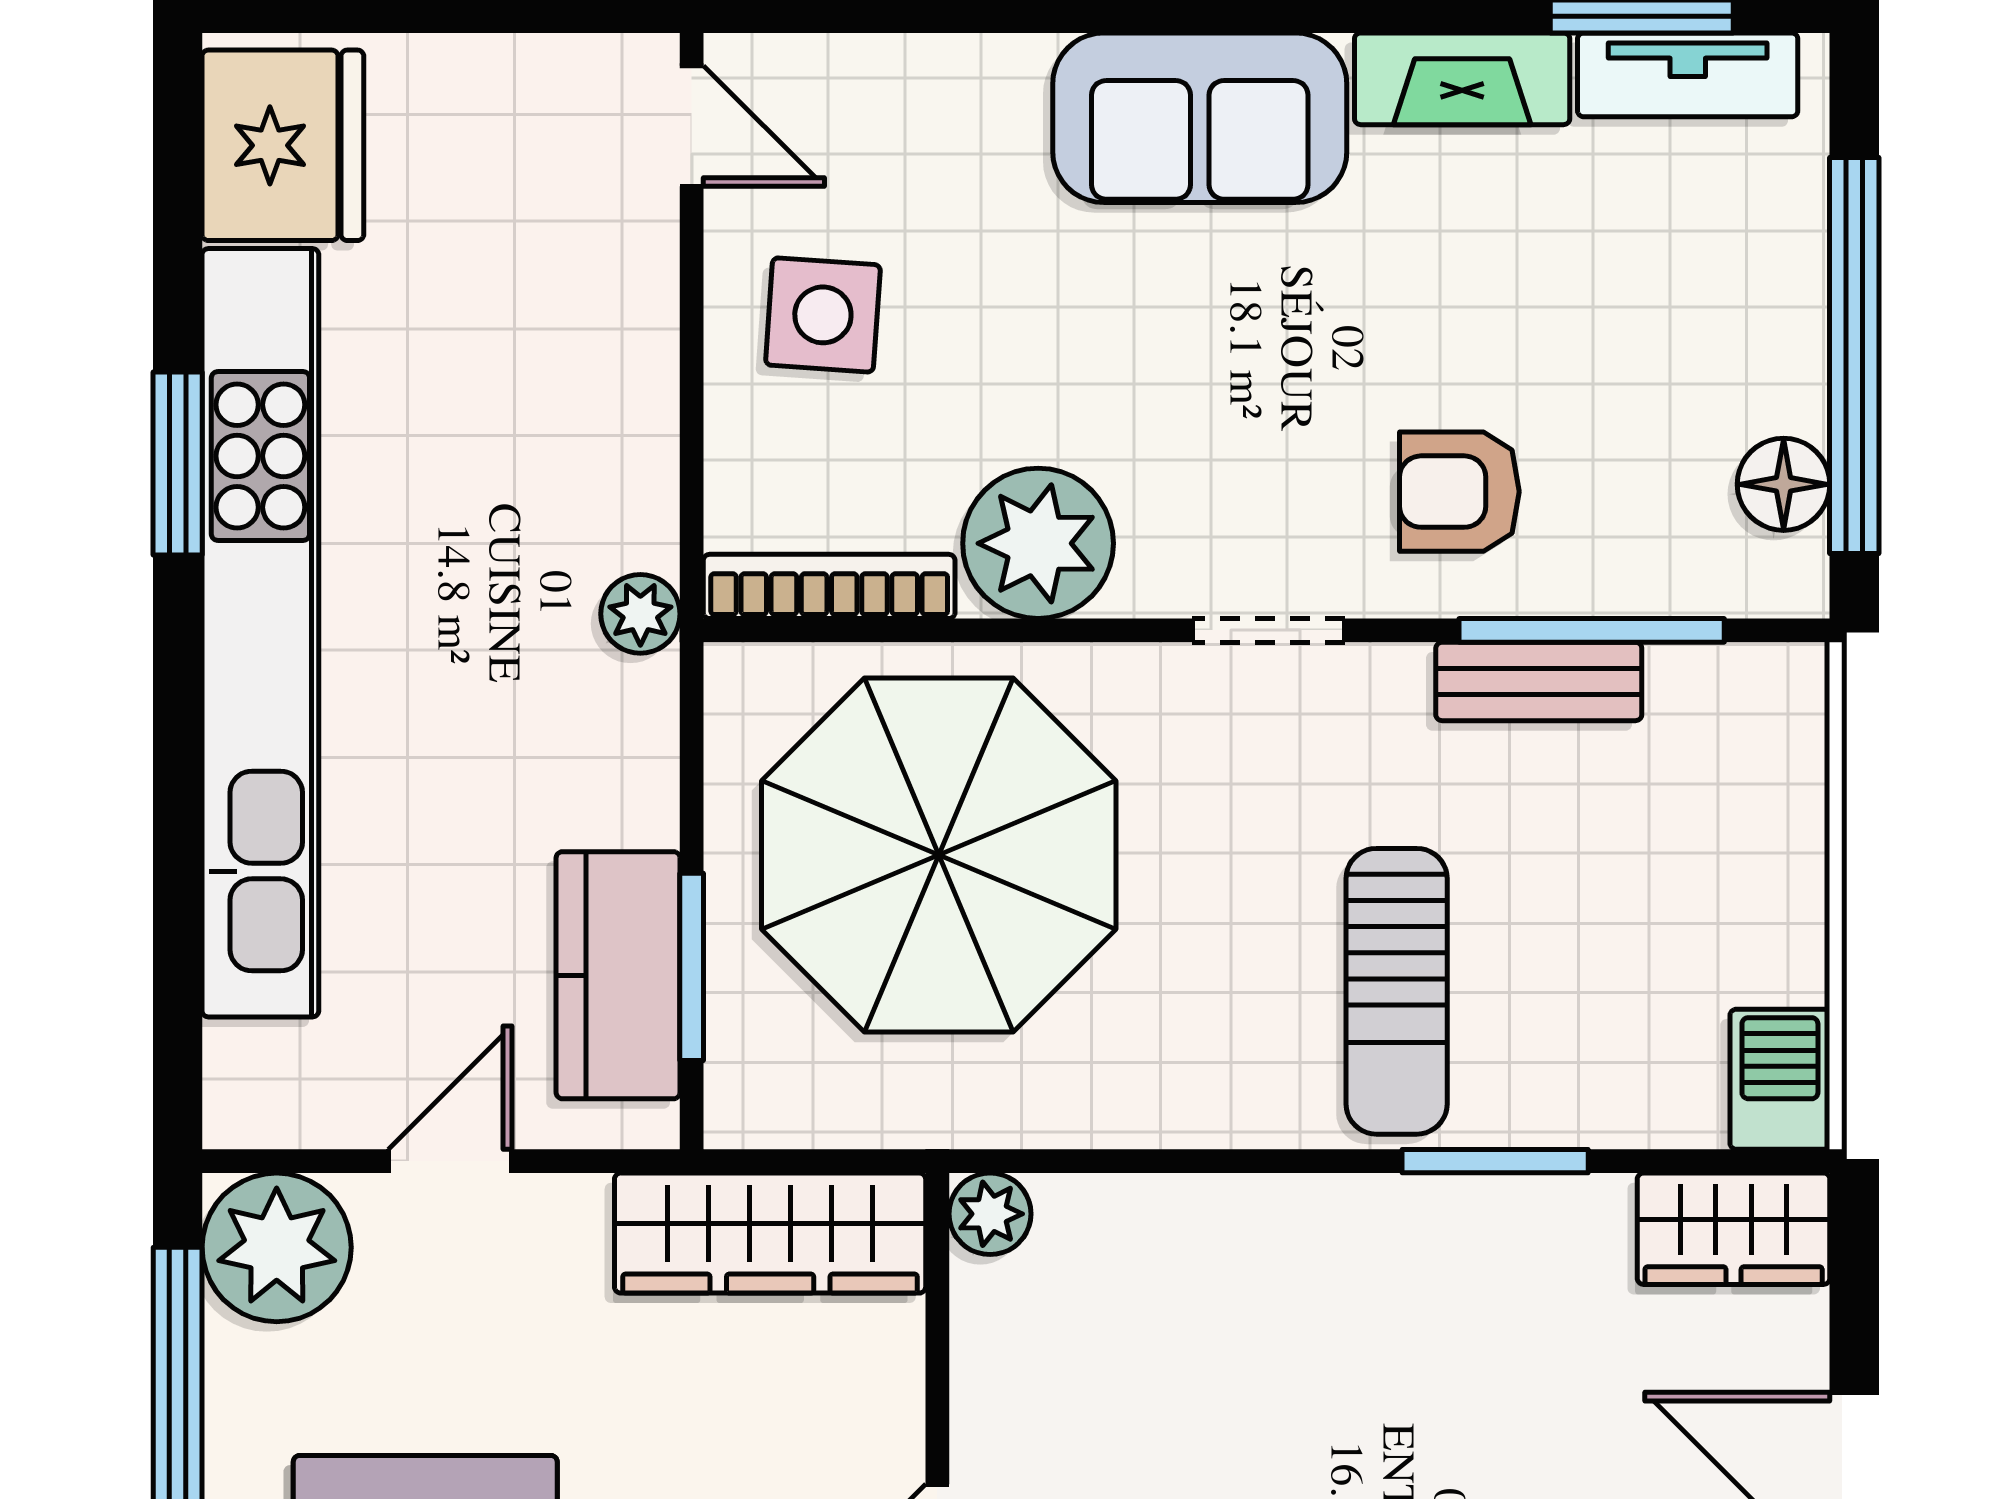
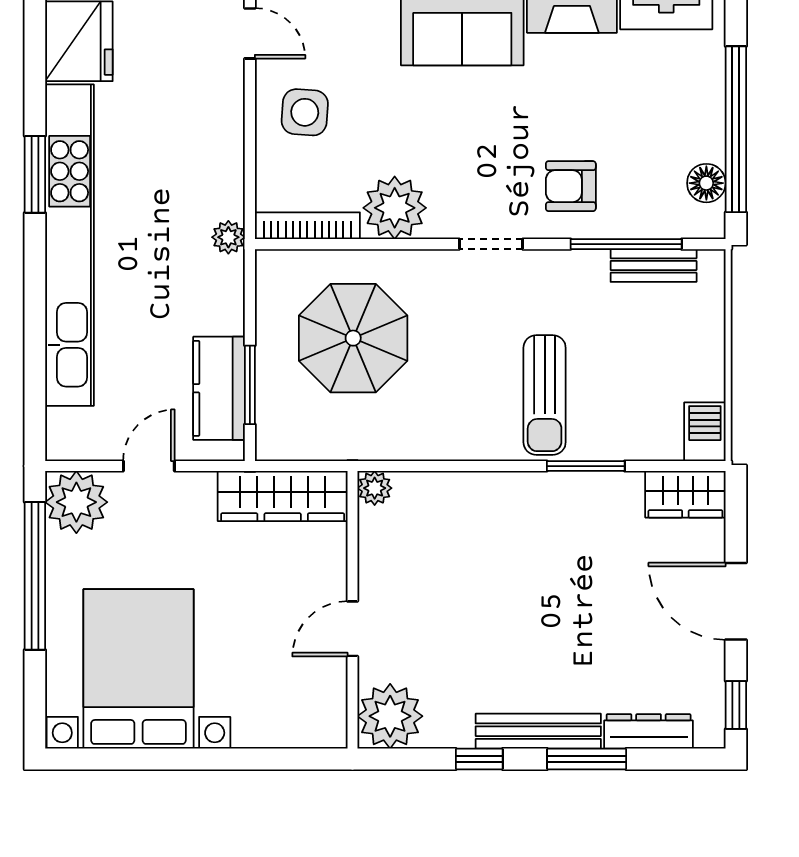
bench: (1539, 681) -> (654, 266), moved
parasol: (939, 855) -> (353, 338), width x0.73, depth x0.73

